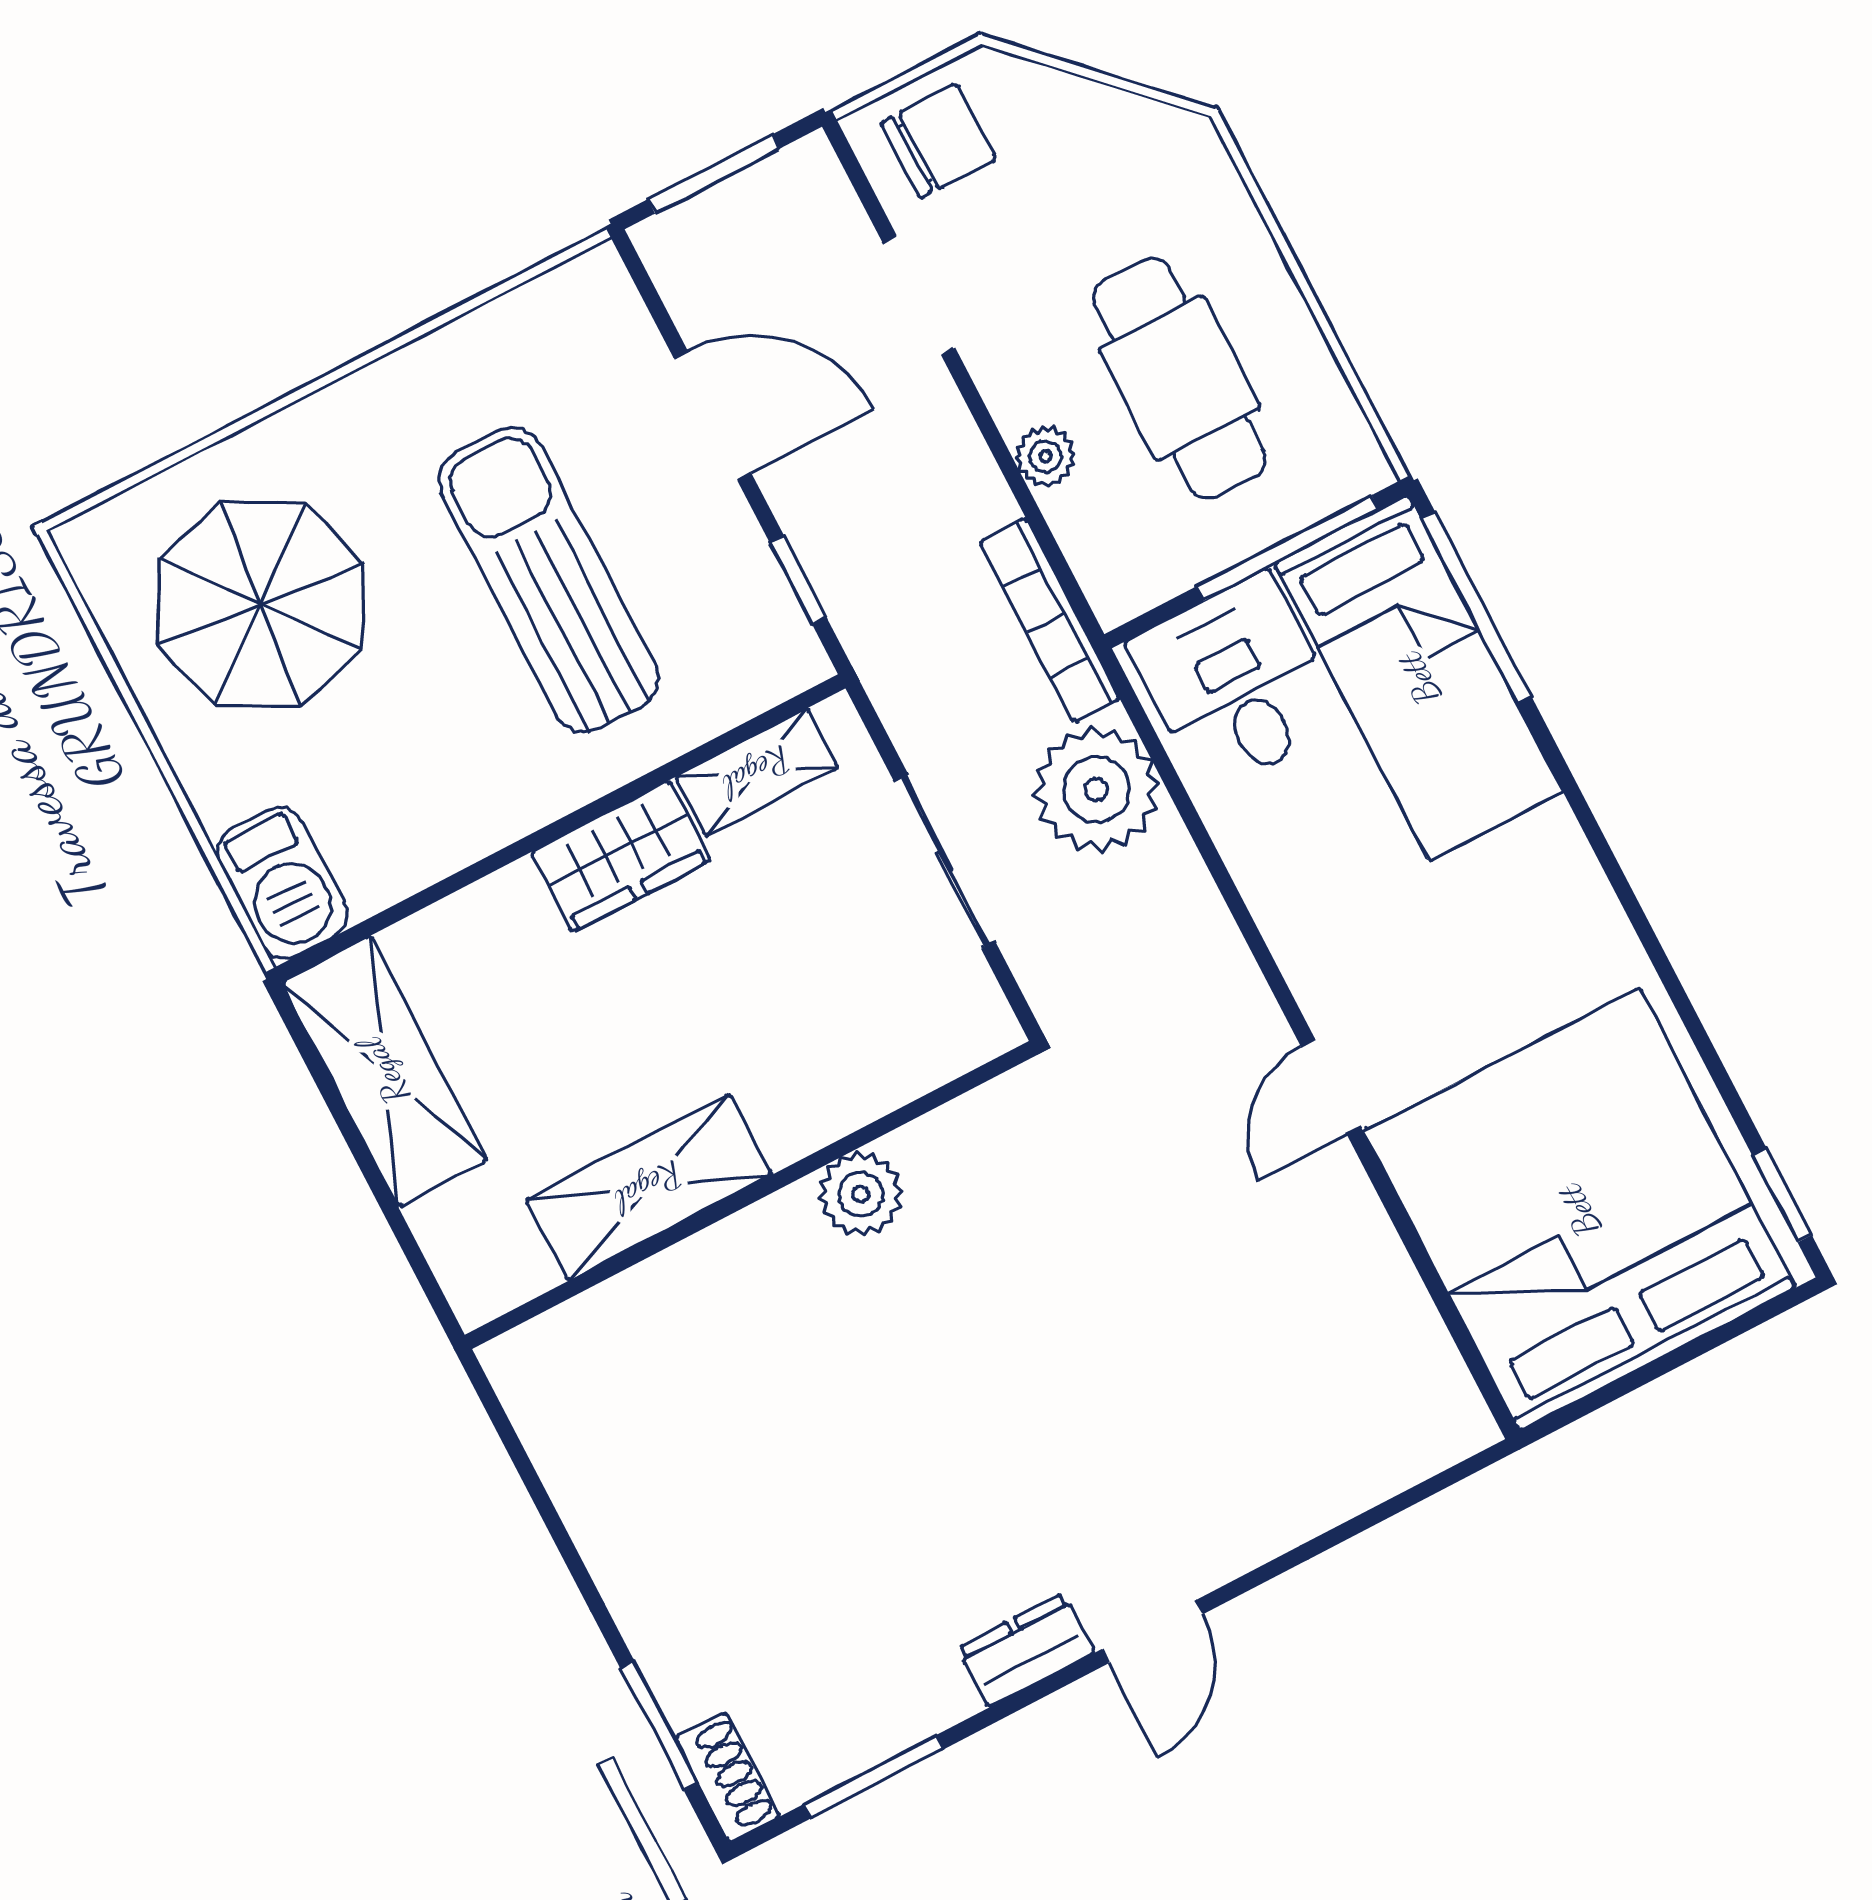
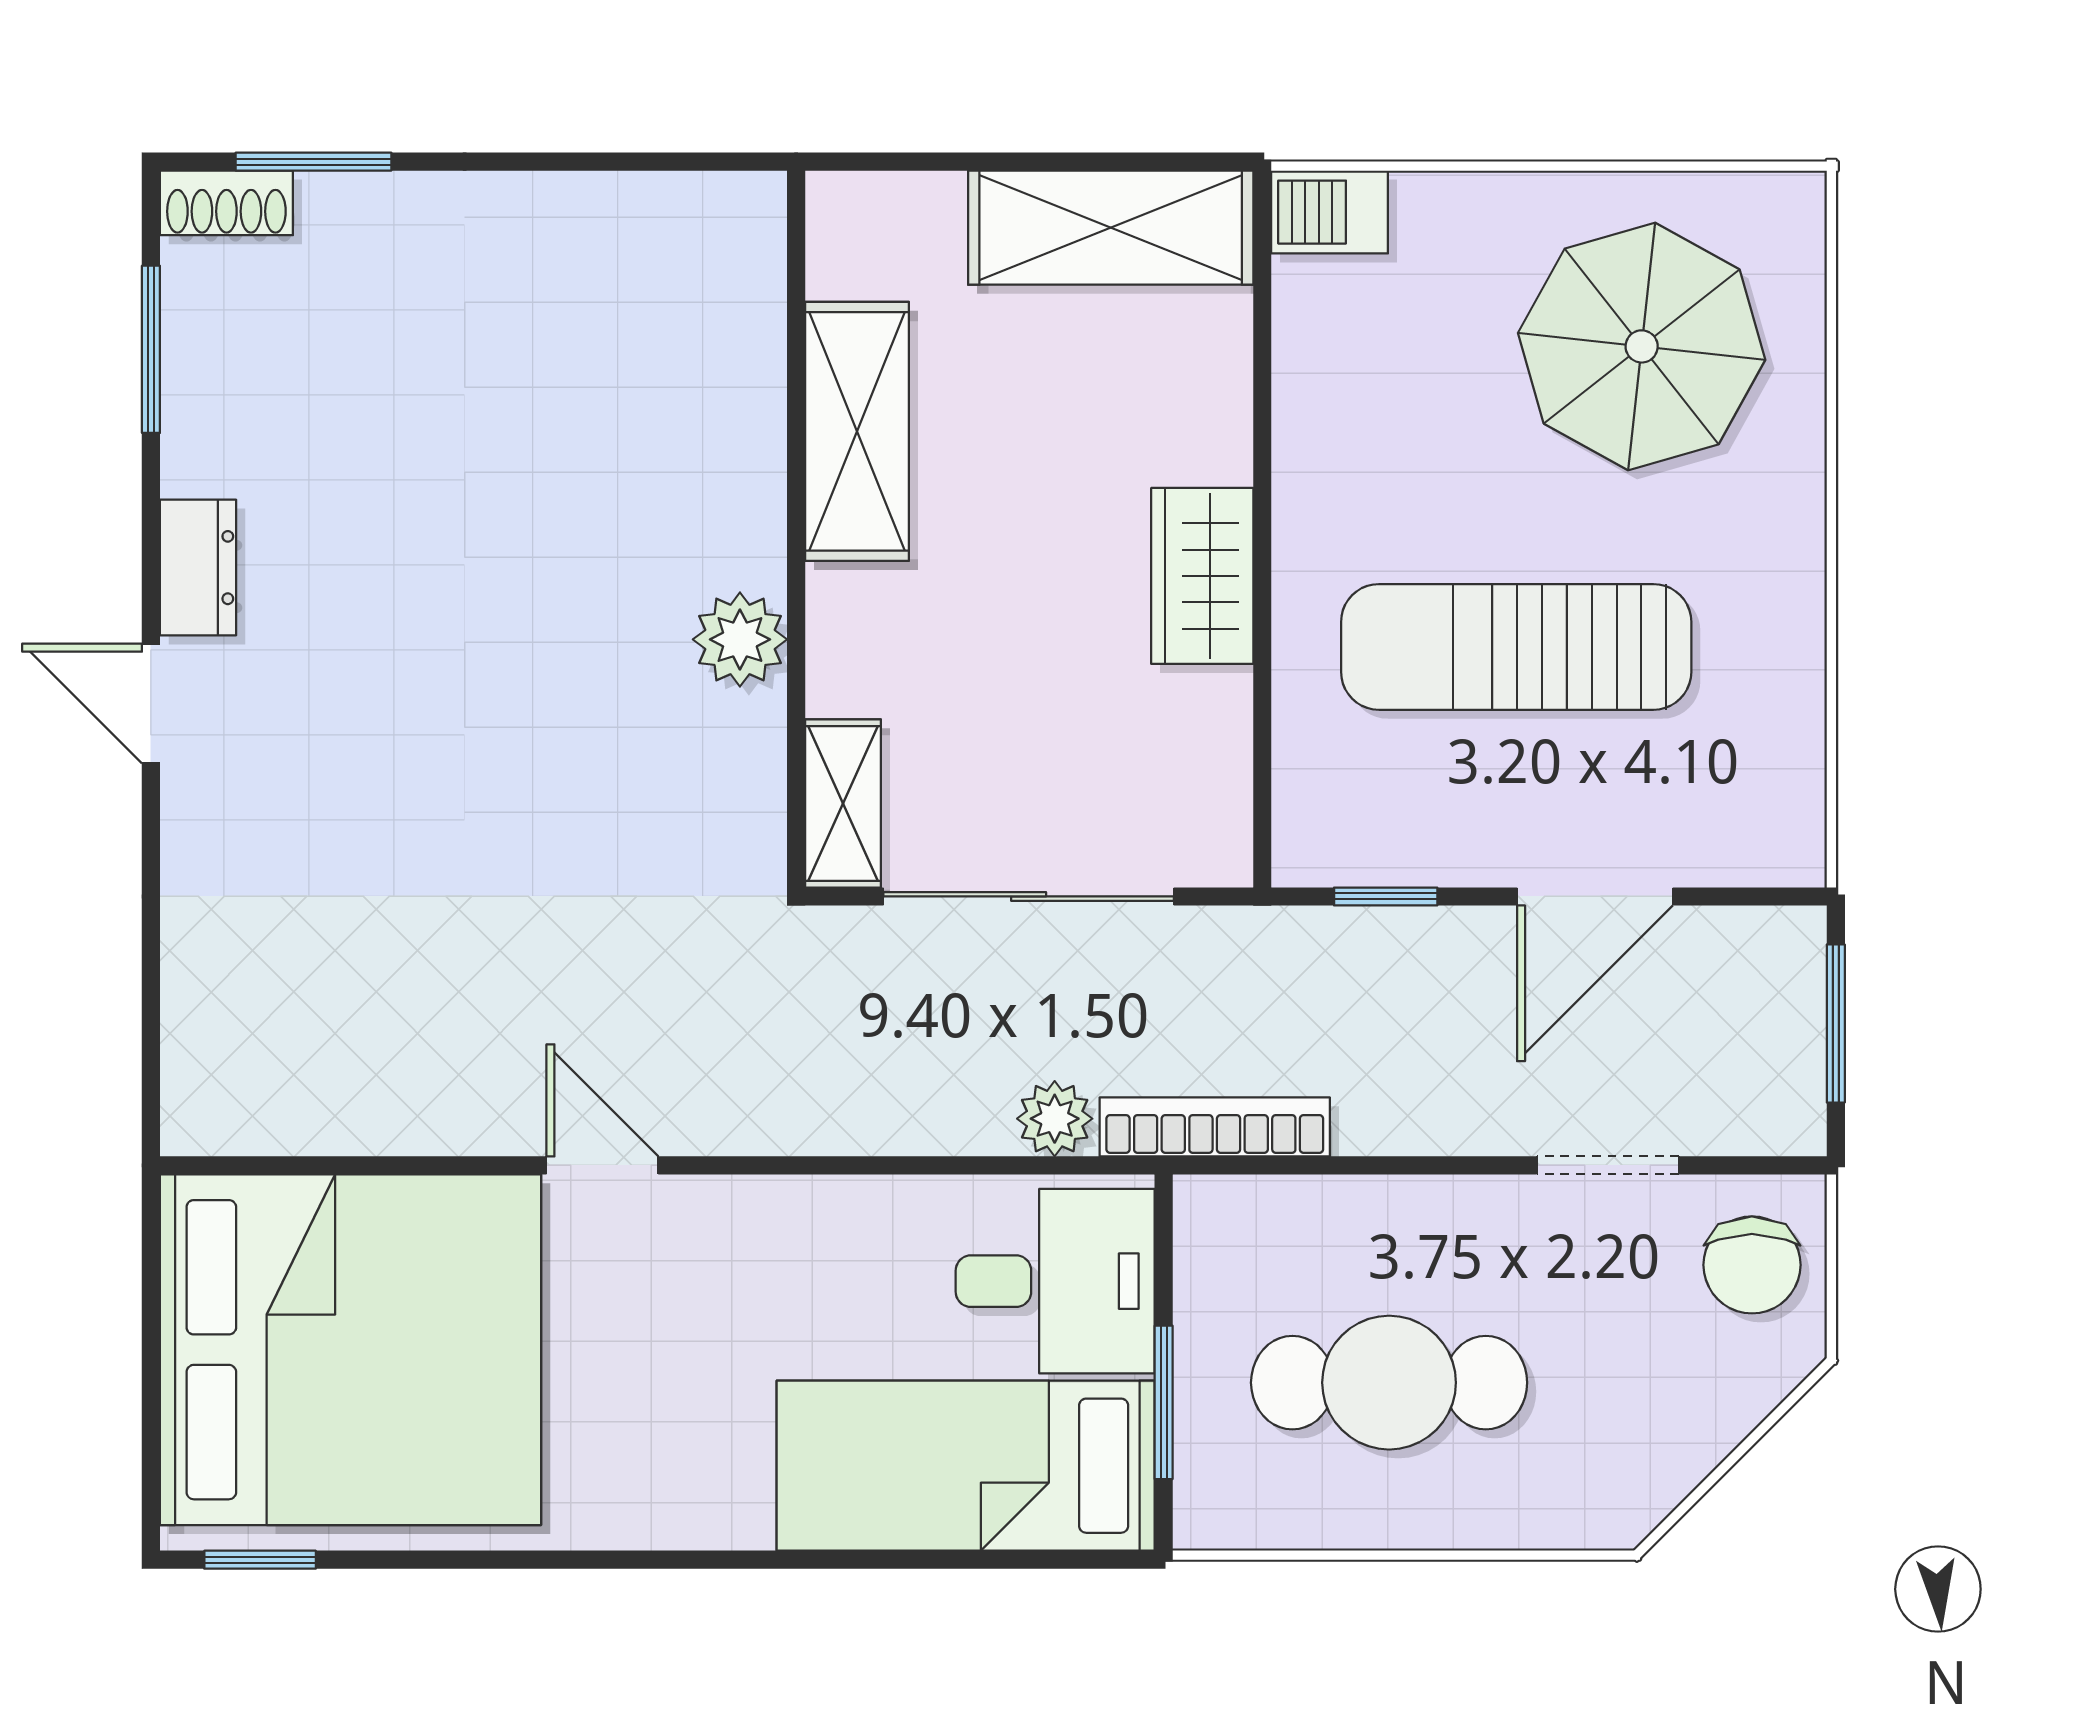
plant: (1045, 456) -> (1381, 1208), removed
window: (1288, 548) -> (1164, 1402), width x0.69
sun lounger: (548, 580) -> (1516, 647), turned 180
window: (1476, 608) -> (1006, 1560), removed
shelving: (757, 772) -> (843, 803), moved
plant: (1096, 789) -> (1055, 1119), width x0.53, depth x0.53
sliding door: (945, 861) -> (1029, 896), width x1.37
barbecue: (282, 883) -> (1330, 212), width x0.73, depth x0.79

